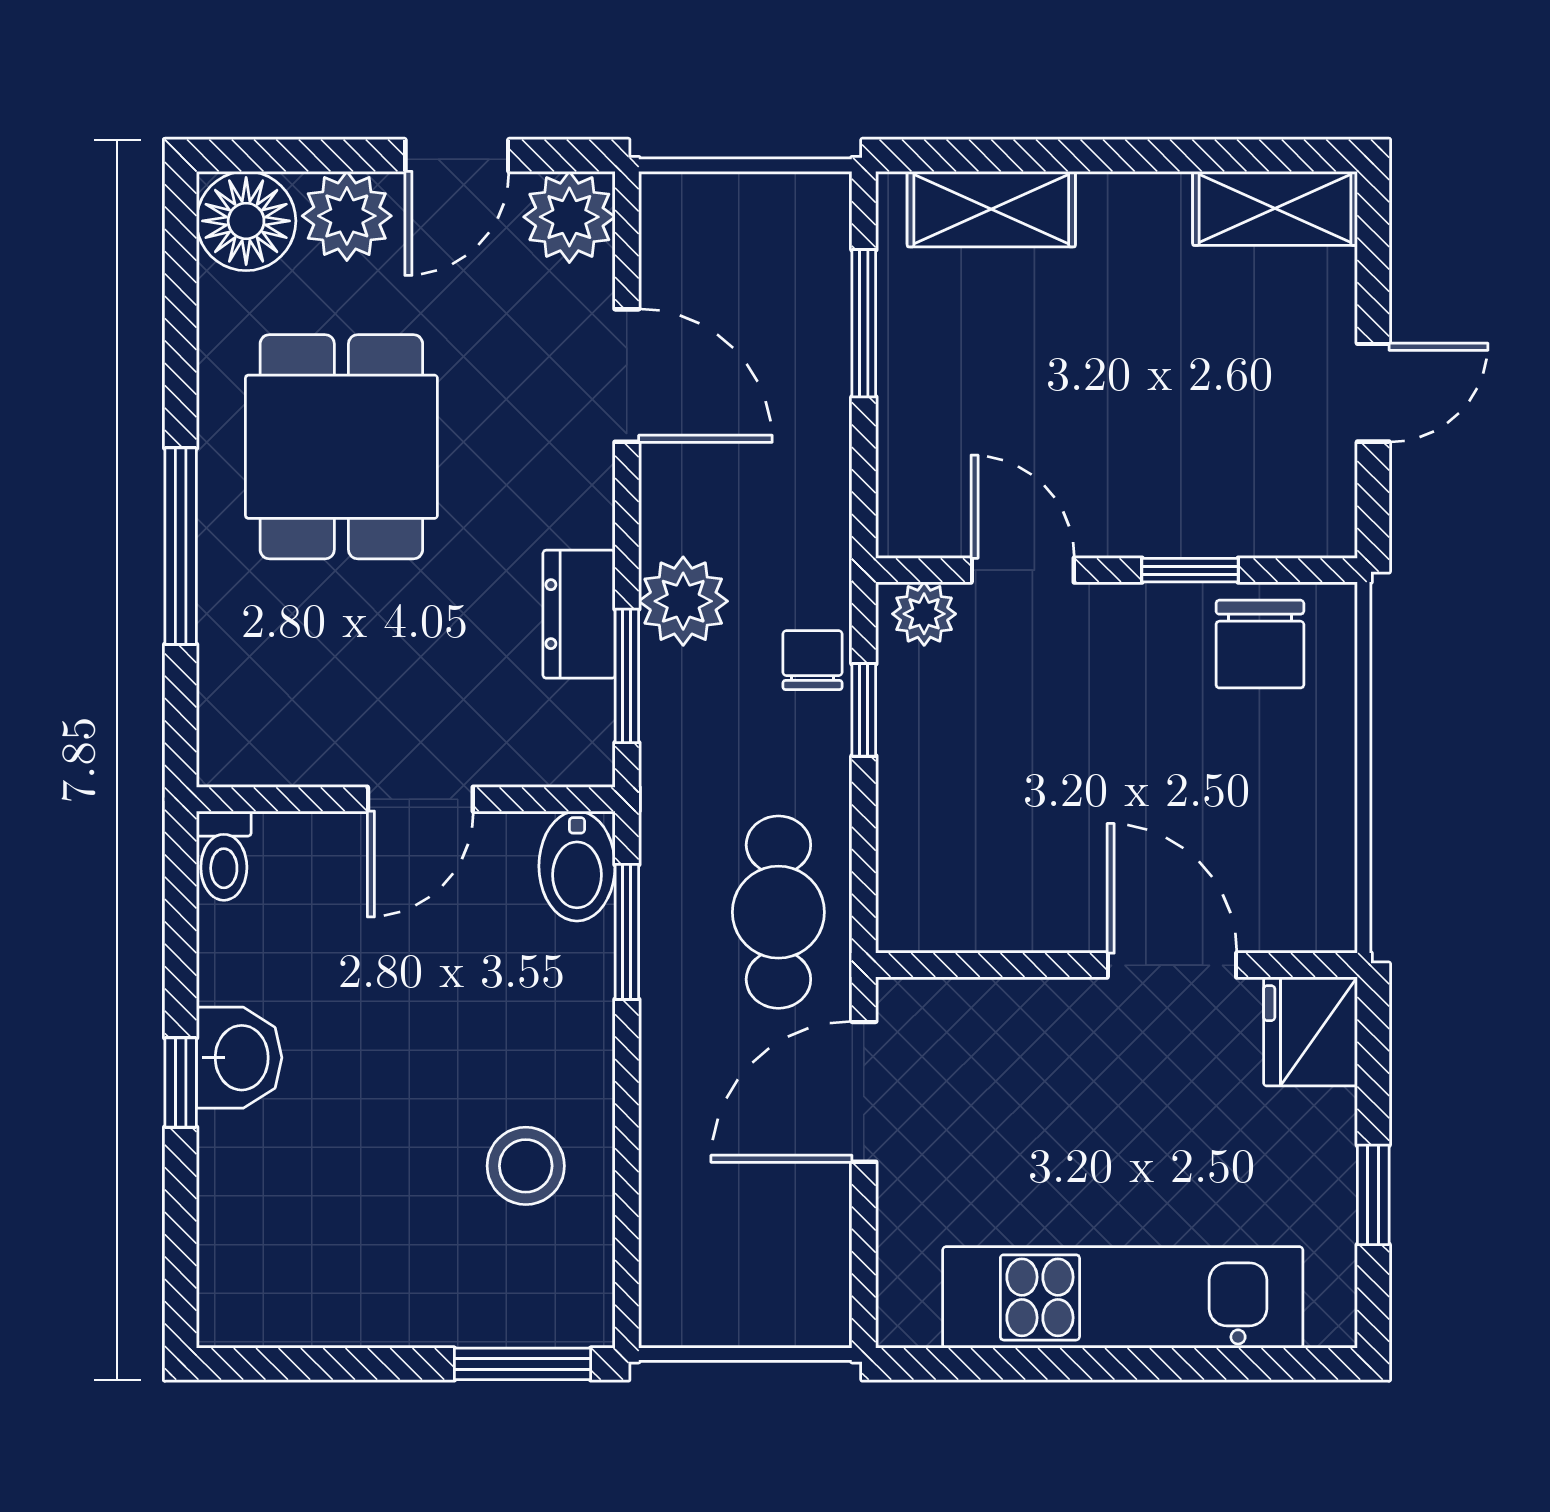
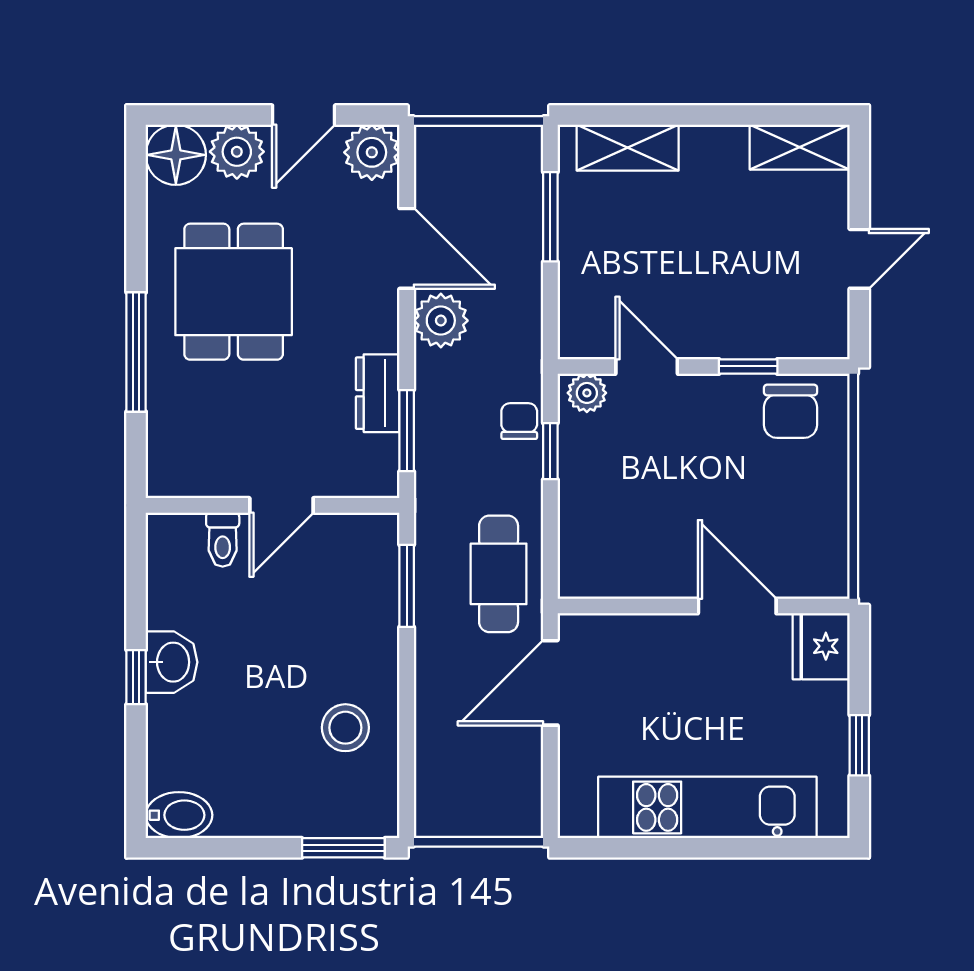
plant: (683, 601) -> (441, 321), moved
toilet: (224, 856) -> (223, 540), moved
bidet: (577, 866) -> (179, 815), moved, turned -90

